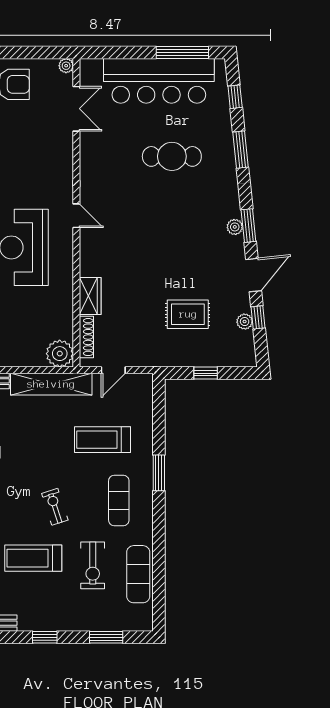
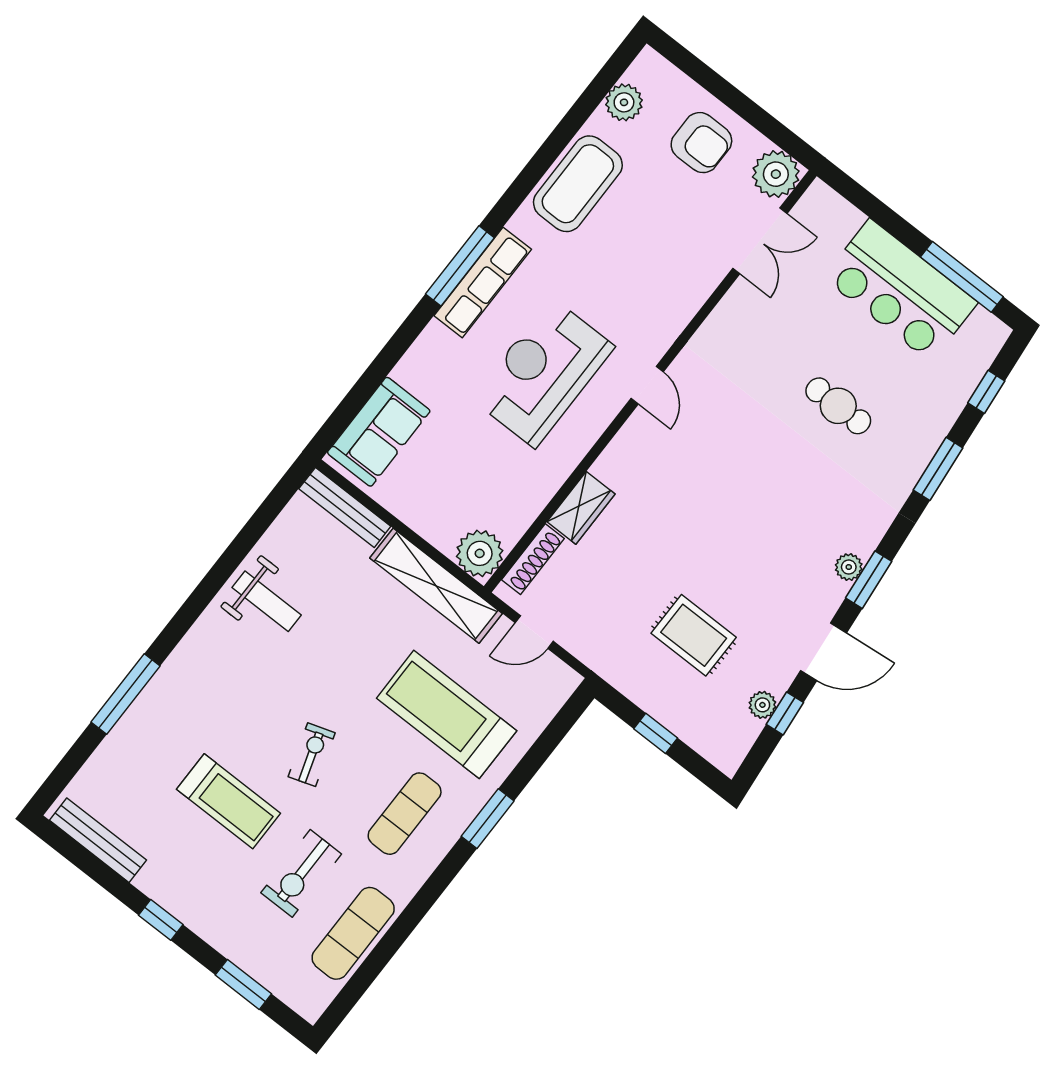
plant: (66, 66) -> (776, 174), width x1.88, depth x1.88
bar counter: (159, 81) -> (900, 290), width x0.73
cafe table: (172, 156) -> (838, 406), width x0.73, depth x0.74
treadmill: (102, 440) -> (447, 714), width x1.37, depth x1.38
treadmill: (33, 558) -> (229, 801), turned 180

